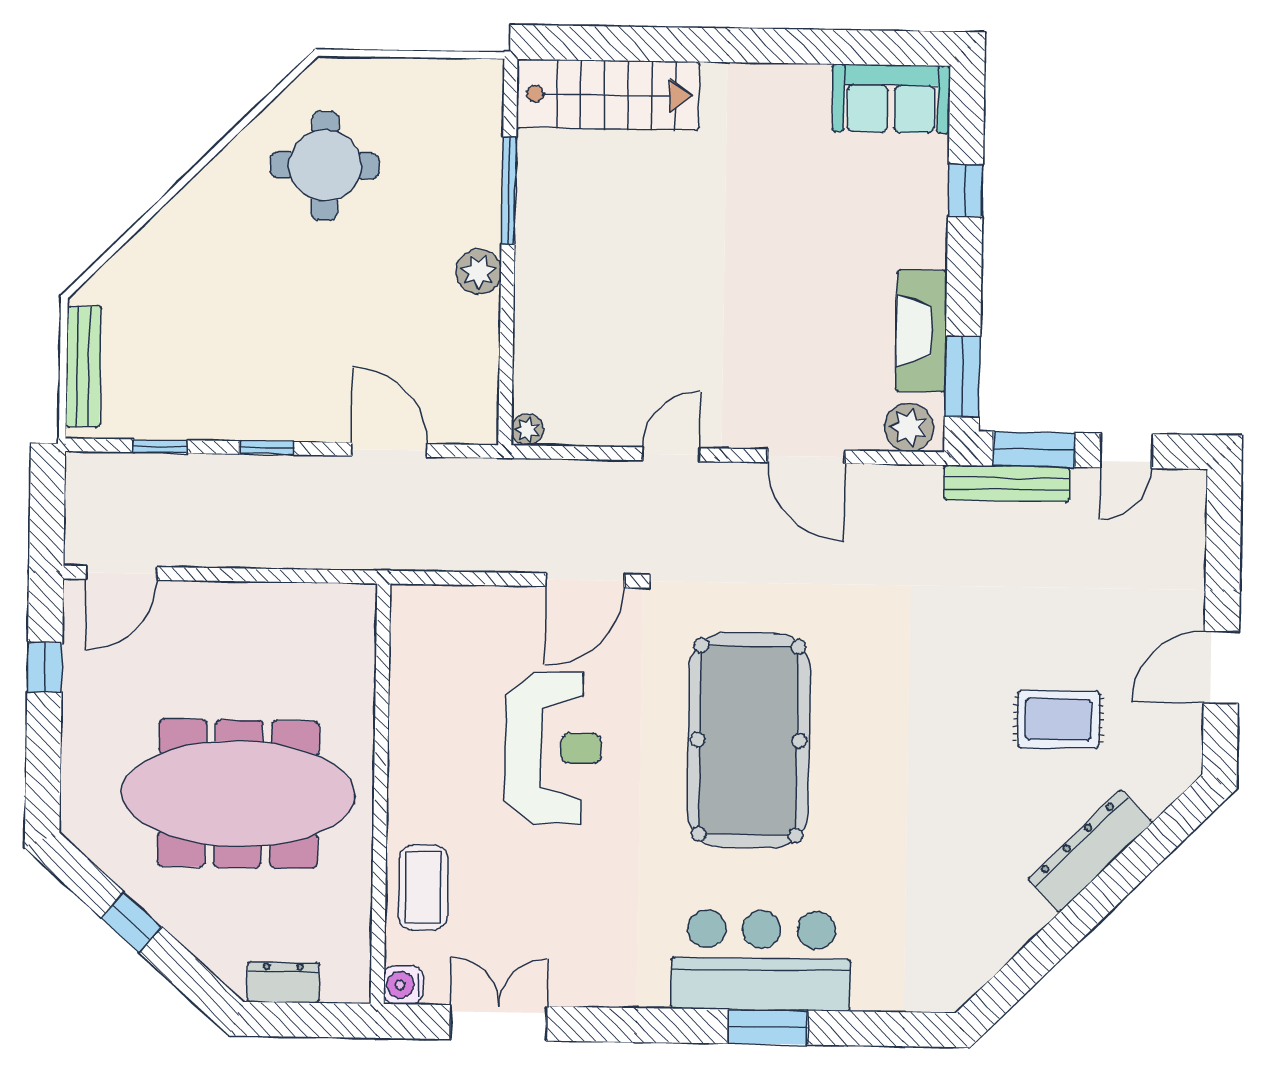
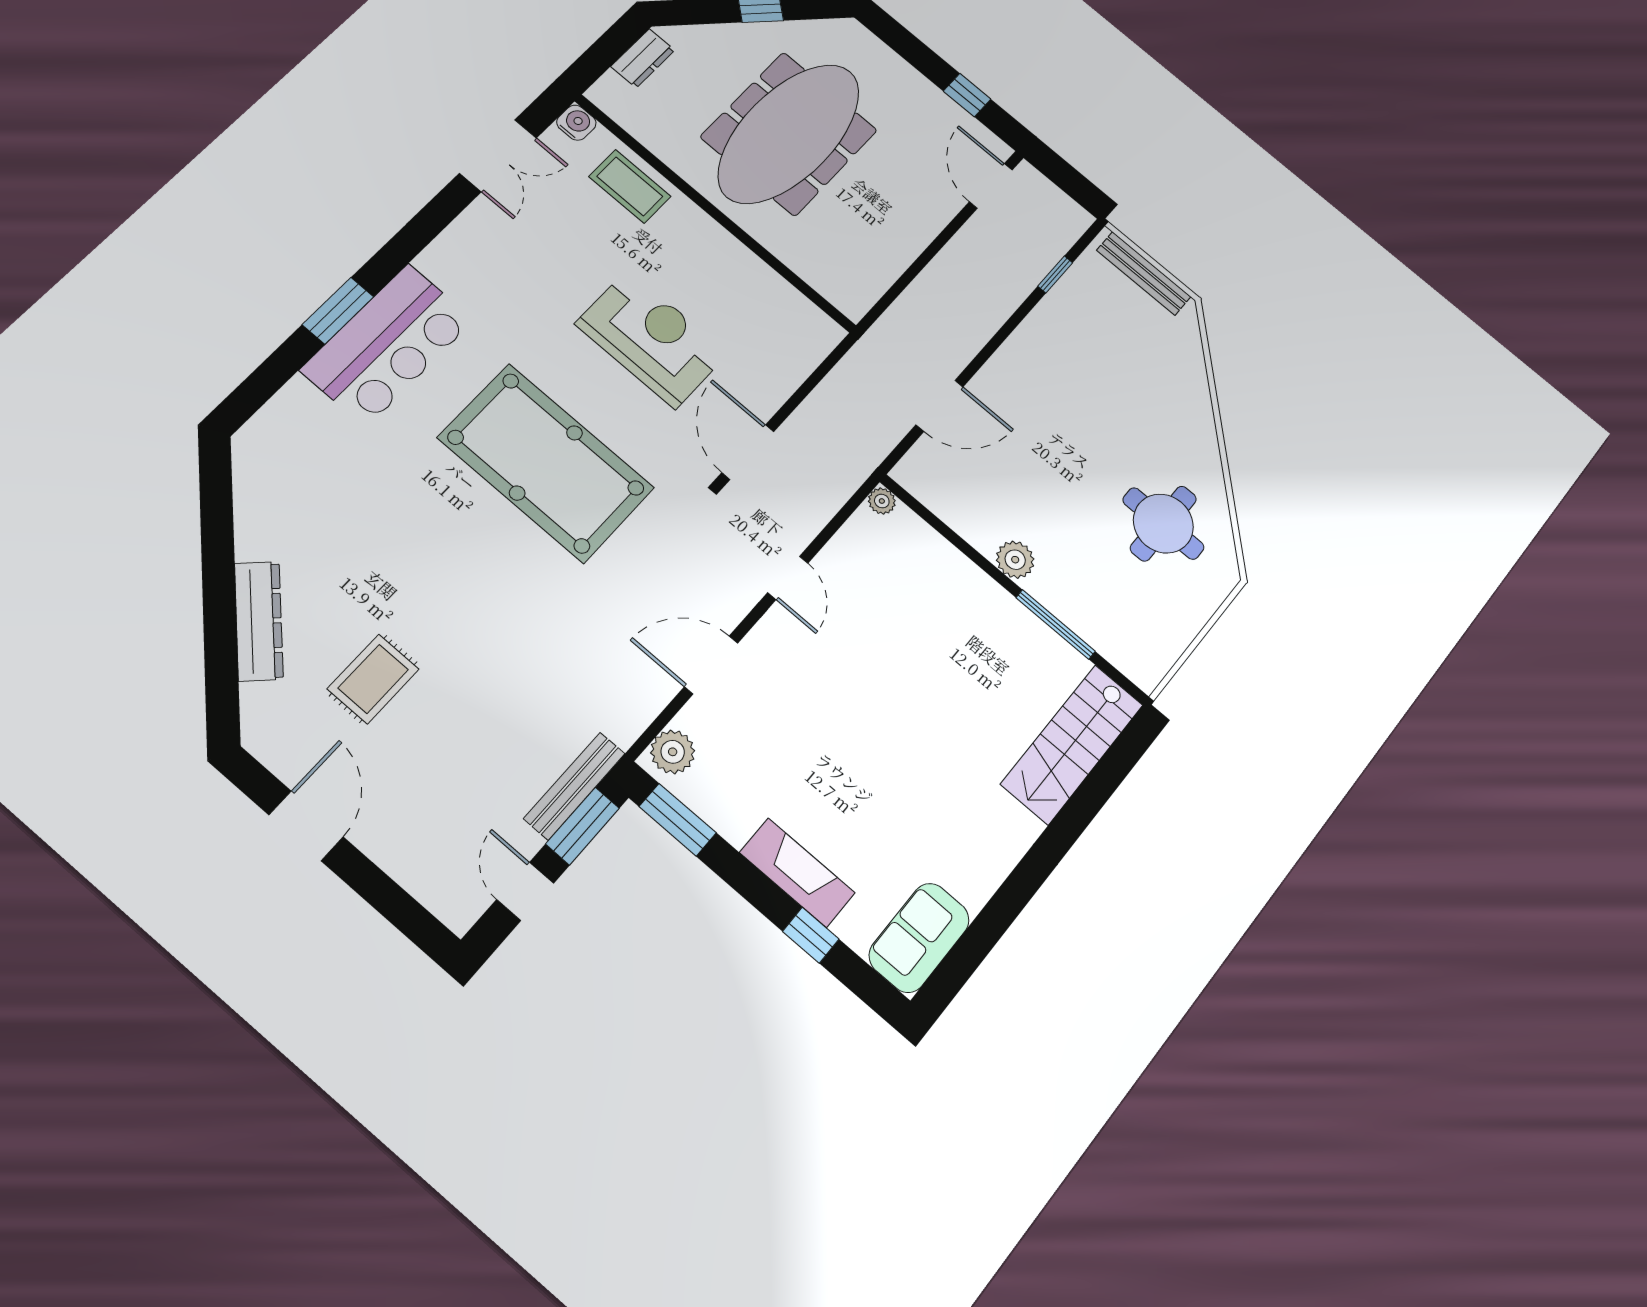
fireplace: (921, 331) -> (797, 873), moved
window: (267, 448) -> (1002, 334), removed
reception desk: (553, 748) -> (652, 339), turned 180

